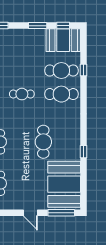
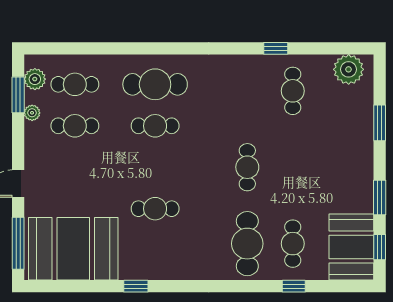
cafe table: (61, 71) -> (293, 244), width x0.73, depth x0.74
cafe table: (43, 142) -> (155, 209), width x0.73, depth x0.74

